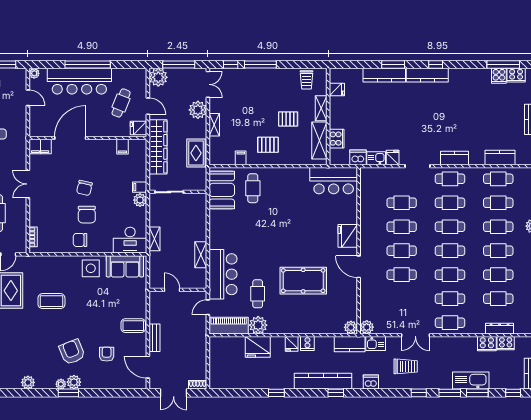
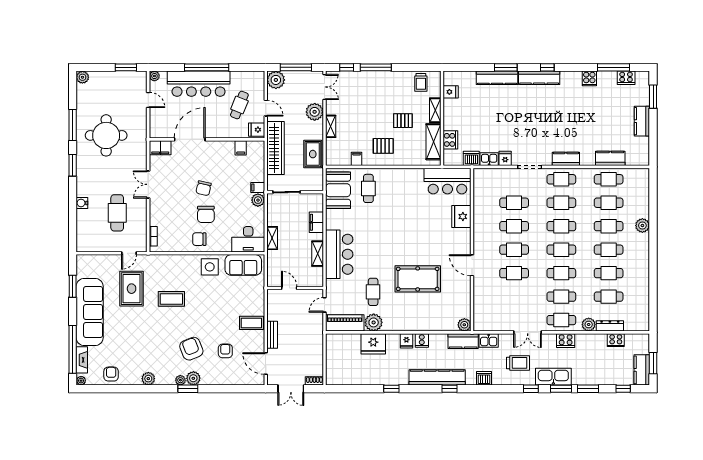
cooker: (499, 76) -> (589, 78), moved
filing cabinet: (200, 223) -> (316, 222), added
fridge: (348, 236) -> (461, 217), moved
bar counter: (223, 274) -> (339, 254), moved
plant: (367, 327) -> (589, 325), moved
cooker: (487, 344) -> (566, 341), moved
kitchen sink: (471, 380) -> (553, 377), moved

